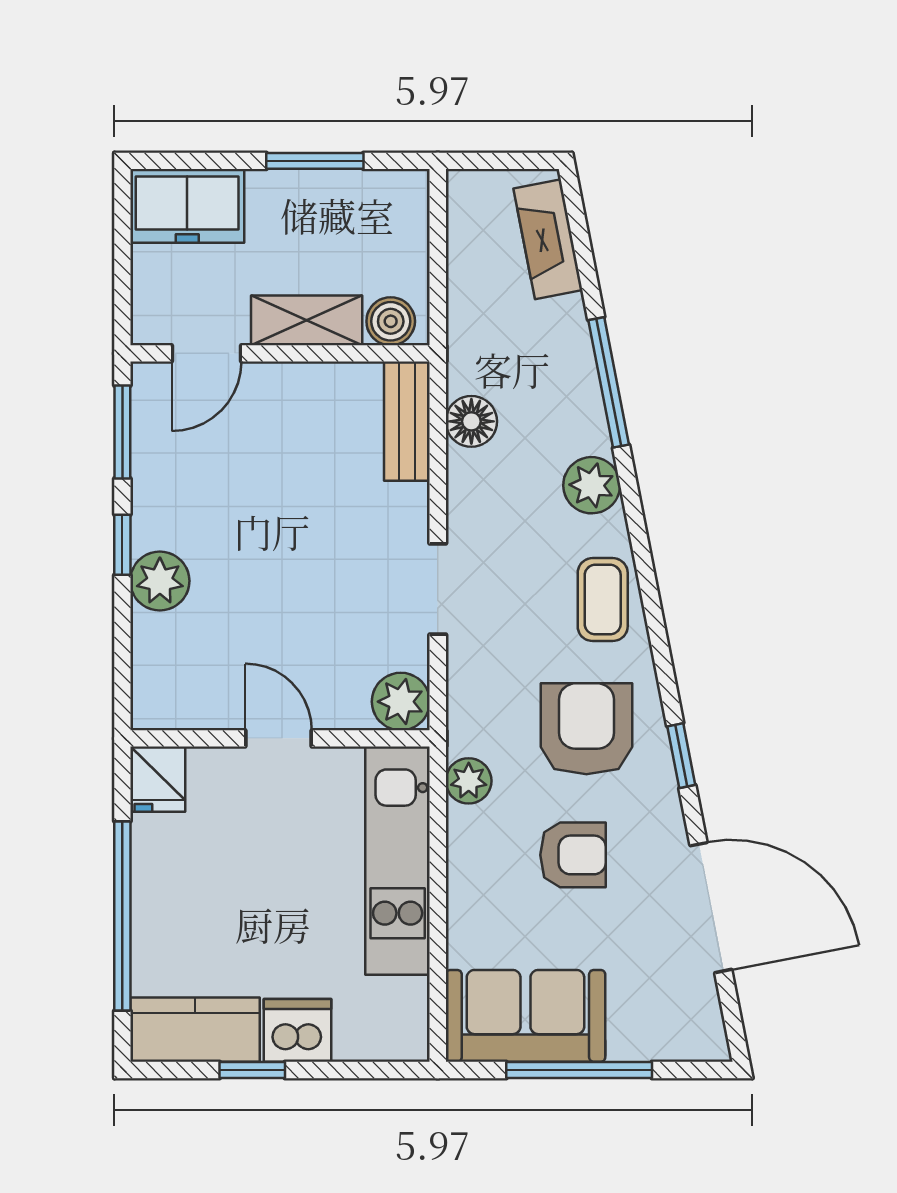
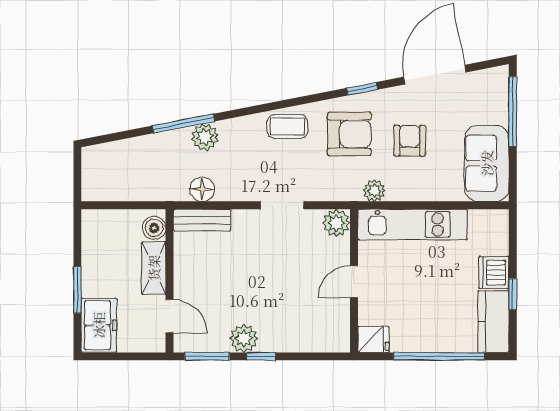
window: (315, 161) -> (77, 290), moved
fireplace: (548, 239) -> (115, 153), removed
plant: (592, 485) -> (205, 137), moved
plant: (160, 581) -> (244, 338), moved
armchair: (586, 729) -> (349, 134), turned 180
window: (579, 1070) -> (513, 111), moved

